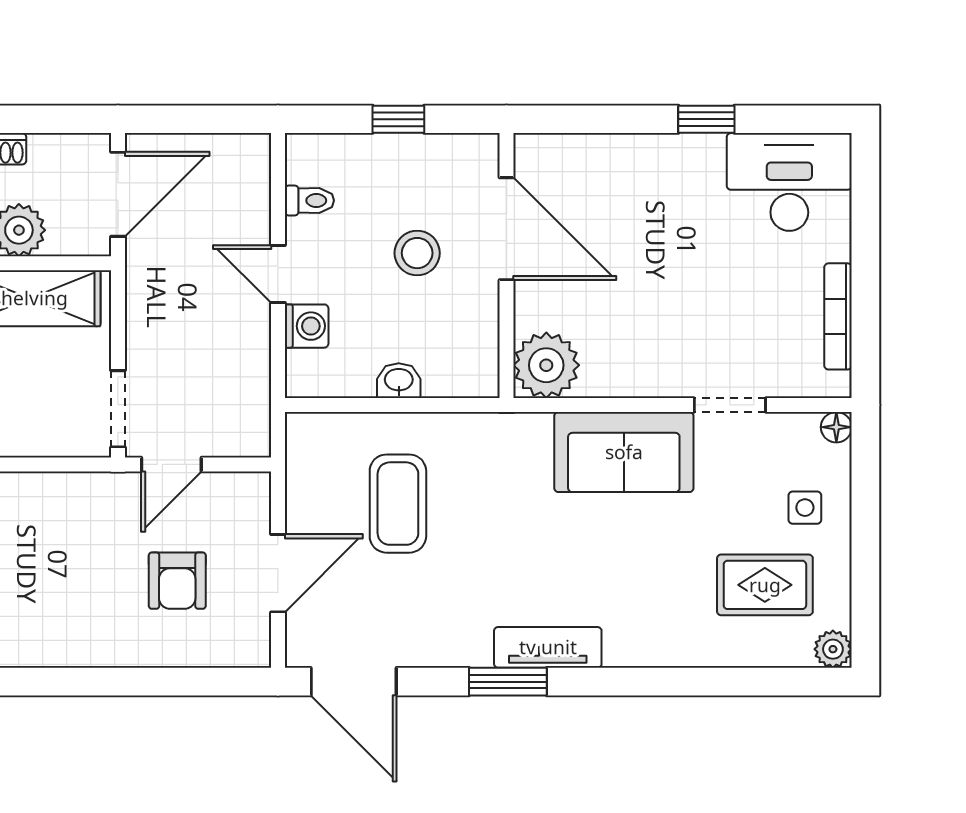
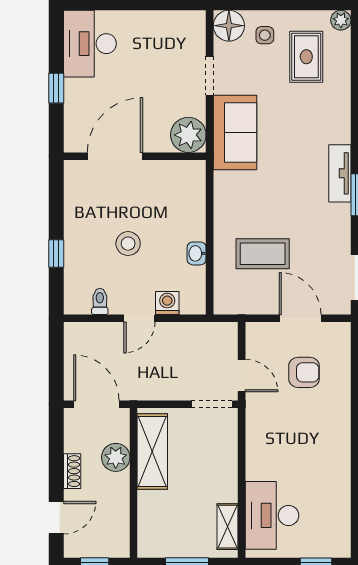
door: (507, 229) -> (115, 156), moved
wall: (507, 266) -> (135, 156), moved
bookcase: (838, 316) -> (162, 17), removed
plant: (546, 365) -> (188, 135), moved
floor lamp: (836, 427) -> (229, 26), width x1.89, depth x1.89

